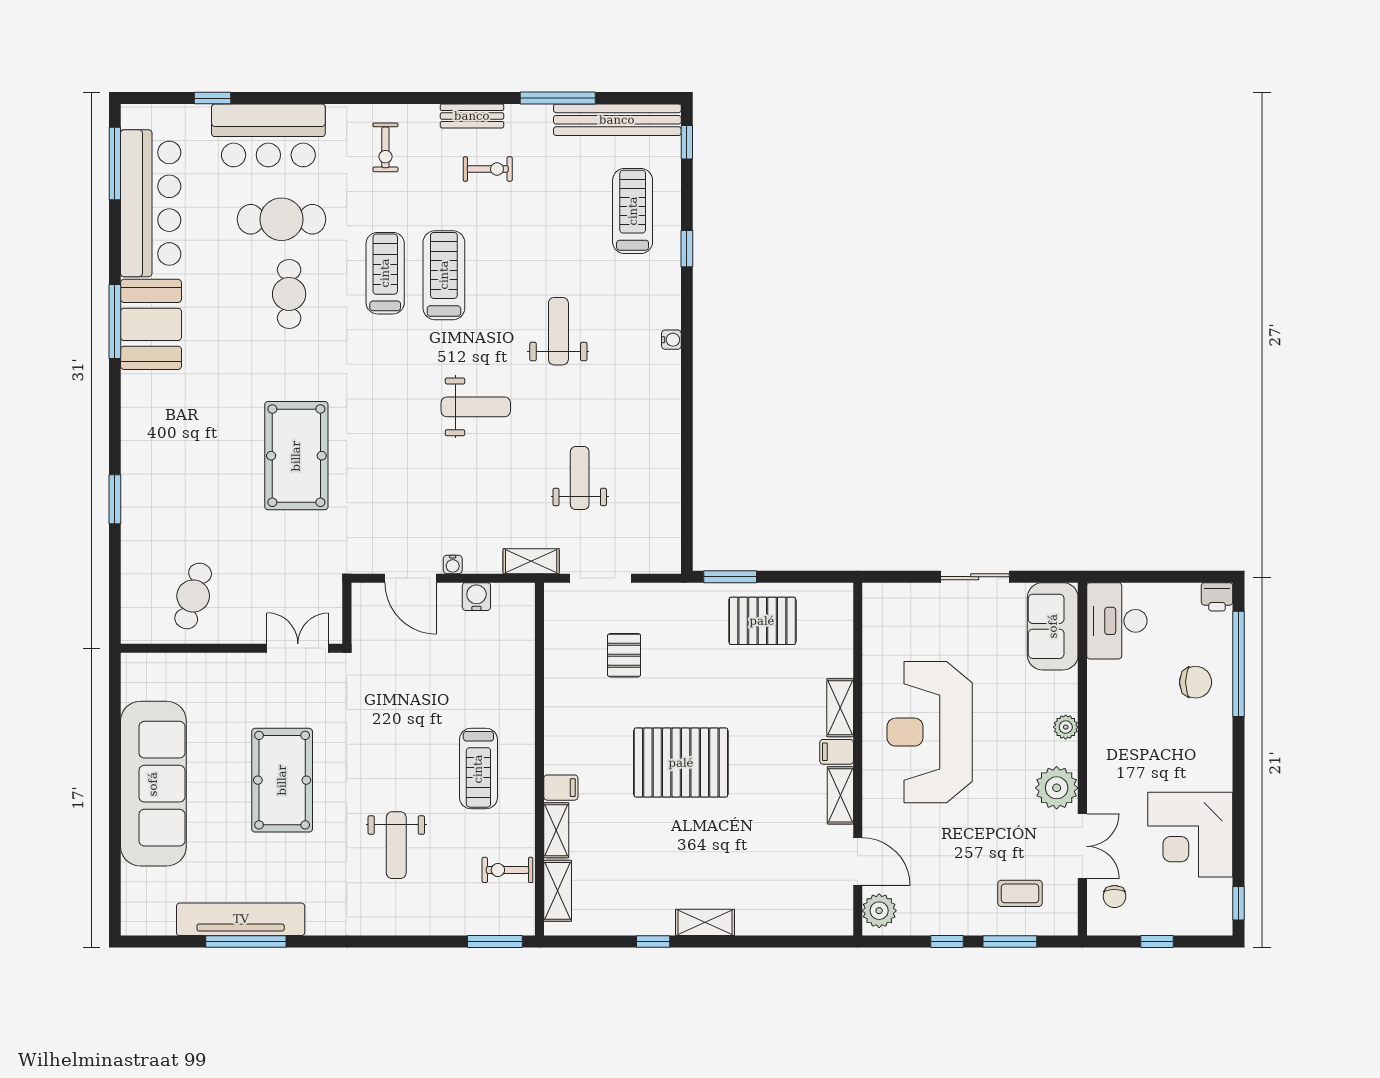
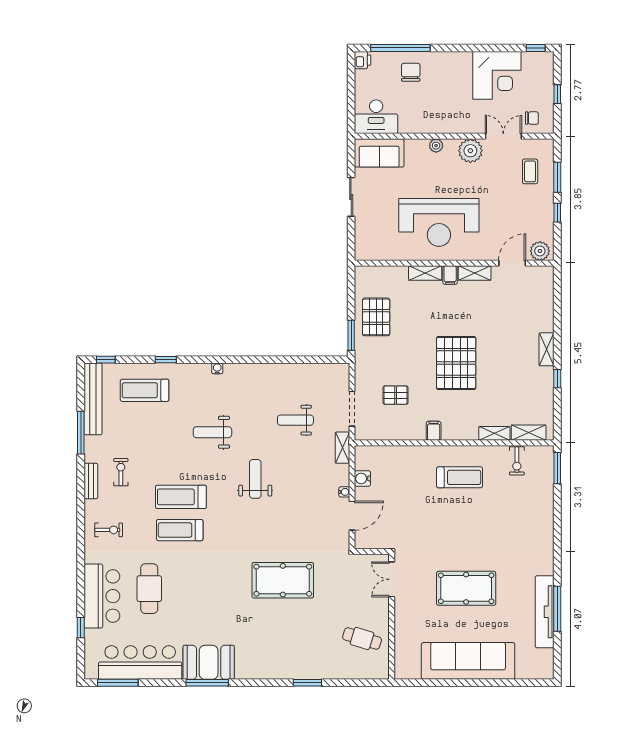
cafe table: (289, 294) -> (191, 584), removed
filing cabinet: (561, 788) -> (434, 431), moved
weight bench: (396, 845) -> (503, 524), removed

